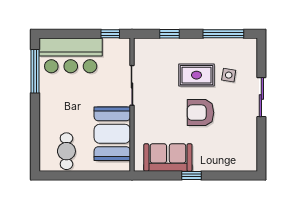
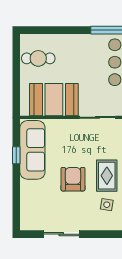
sliding door: (261, 97) -> (61, 234), moved
sofa: (168, 158) -> (32, 150), width x1.36
window: (192, 175) -> (16, 155), moved

